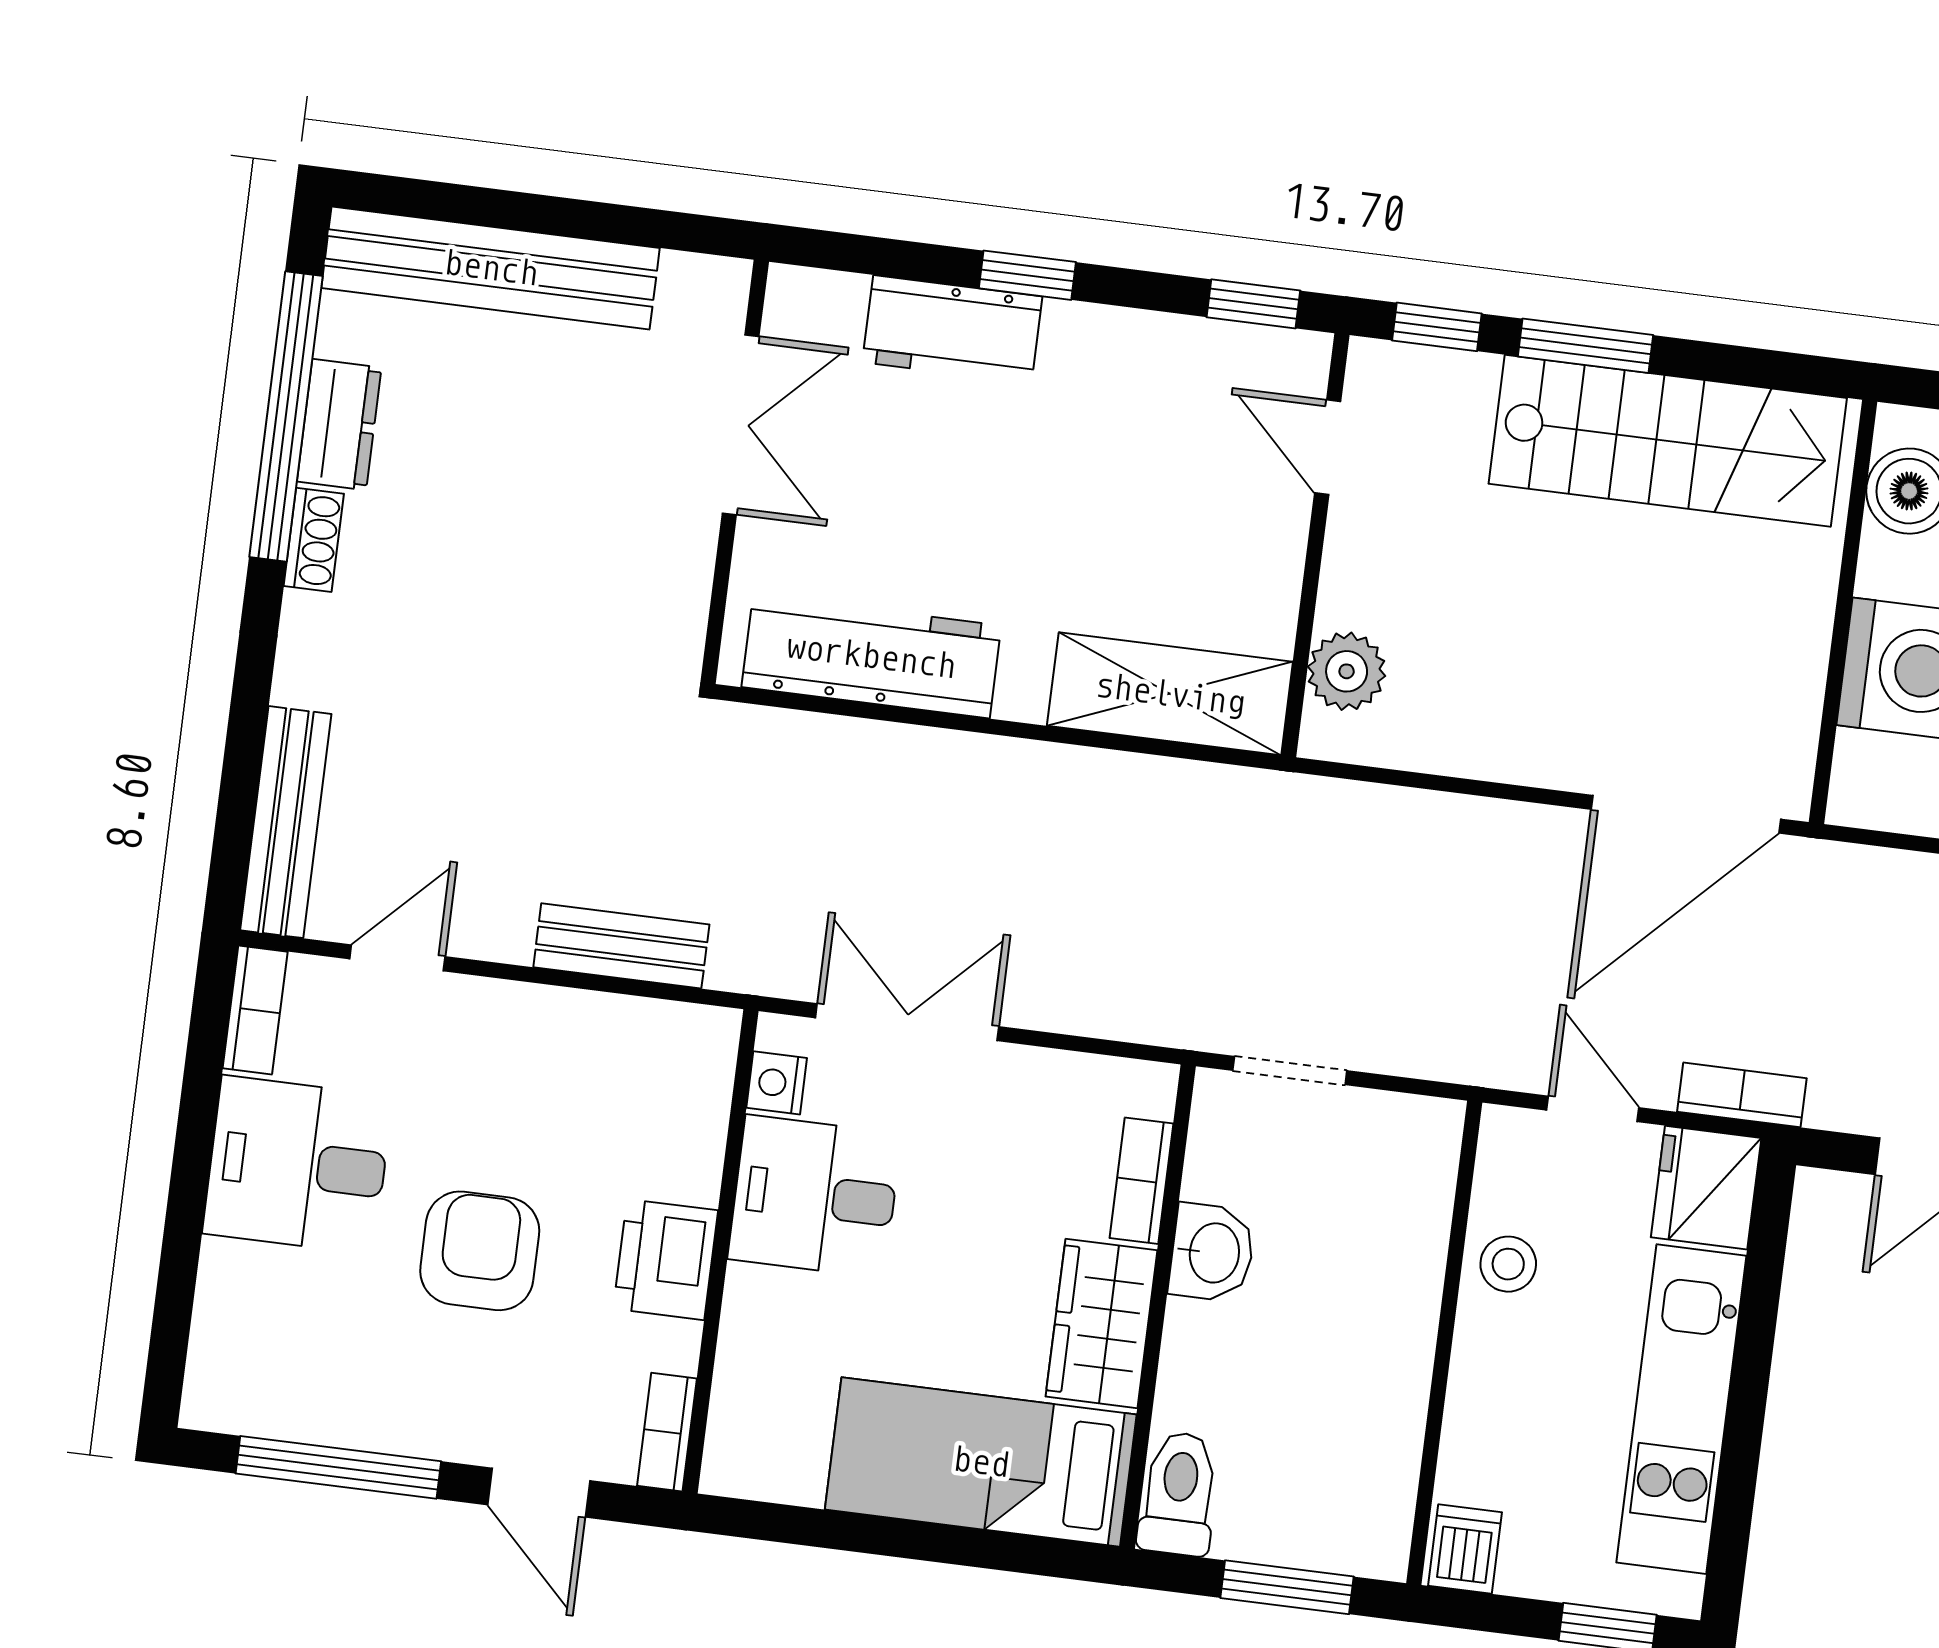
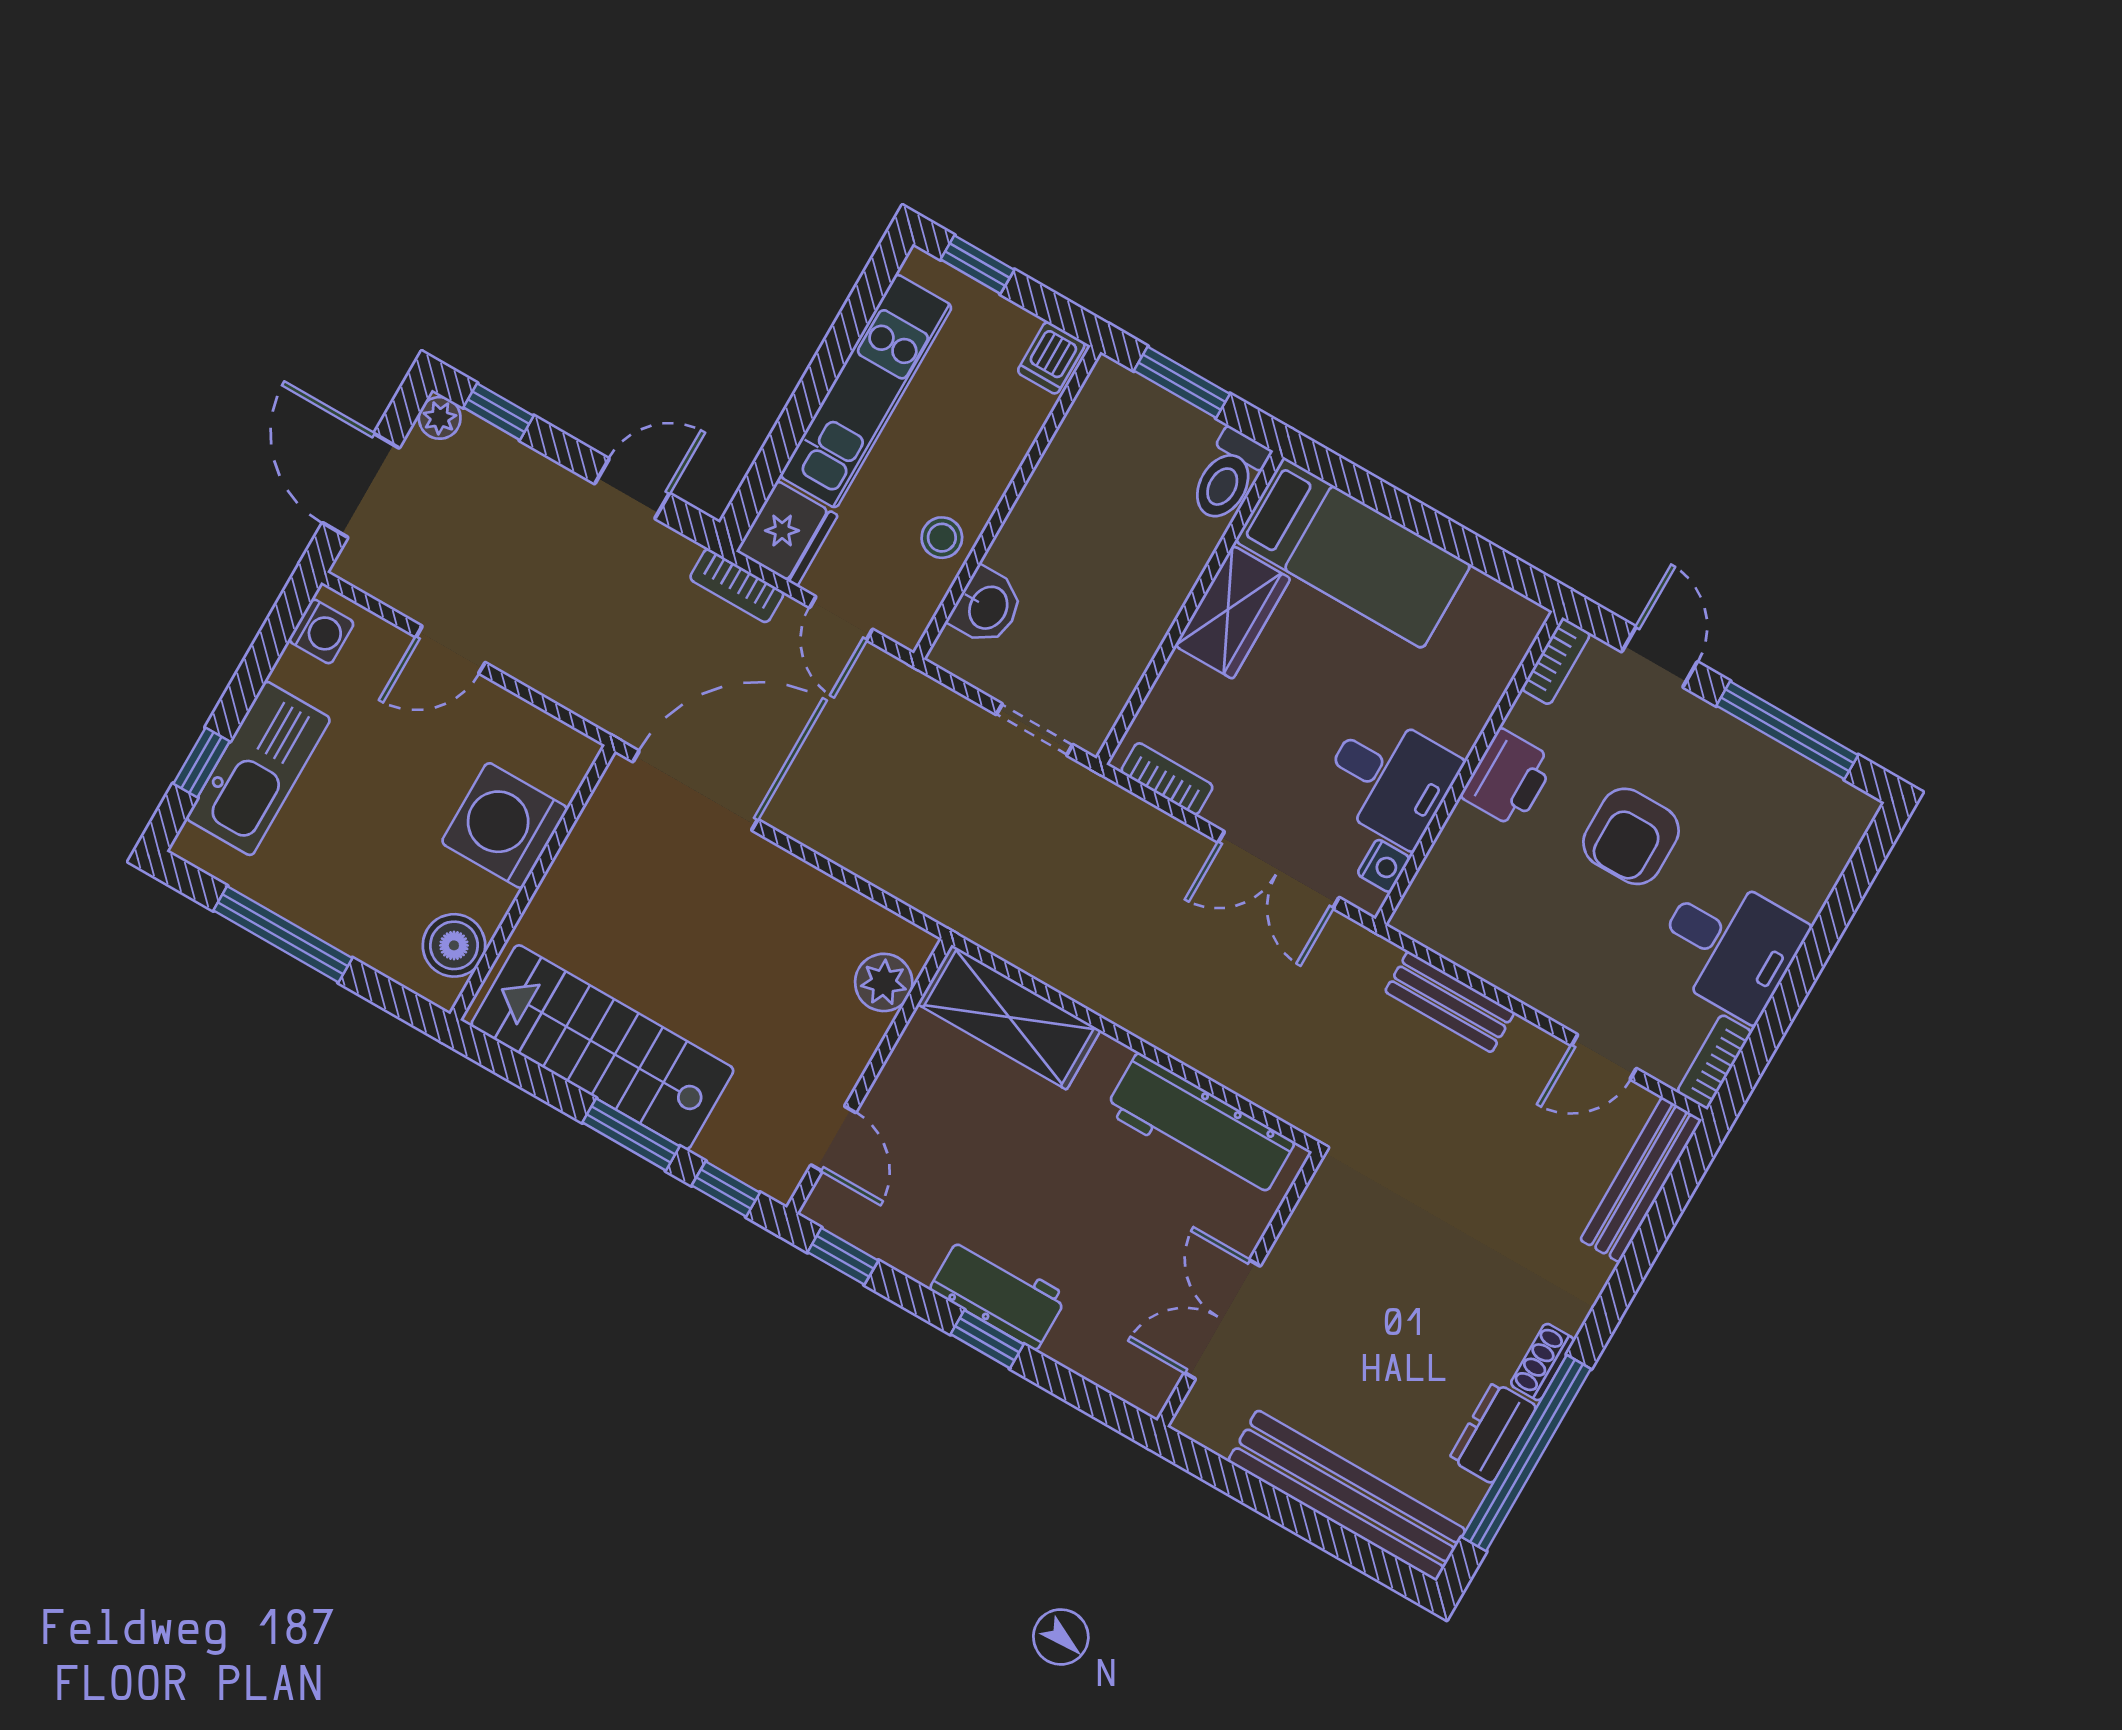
workbench: (952, 329) -> (999, 1293), moved
bookcase: (1142, 1181) -> (1167, 779), moved, turned -90
washbasin: (1212, 1253) -> (987, 607), moved, turned 180

